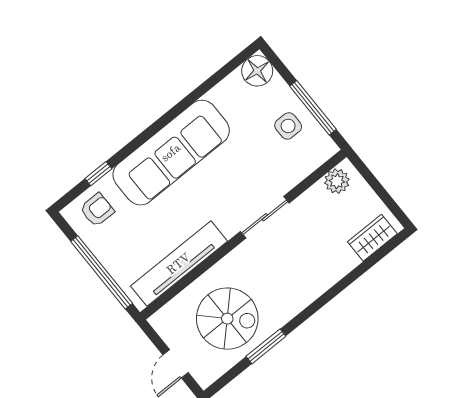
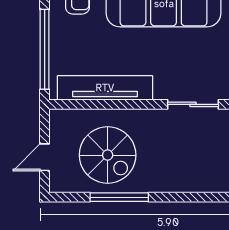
window: (266, 346) -> (119, 197), width x1.44

